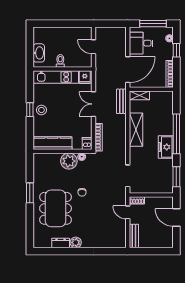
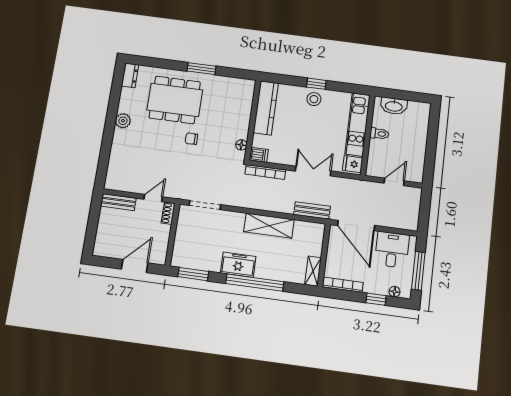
shelving: (139, 95) -> (313, 271), moved
plant: (69, 161) -> (238, 127), removed
dresser: (61, 243) -> (130, 75), moved

